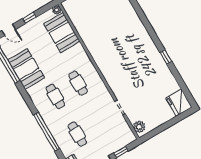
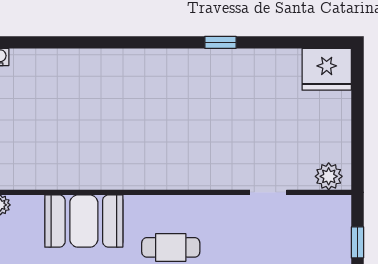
booth: (62, 33) -> (84, 221), moved

